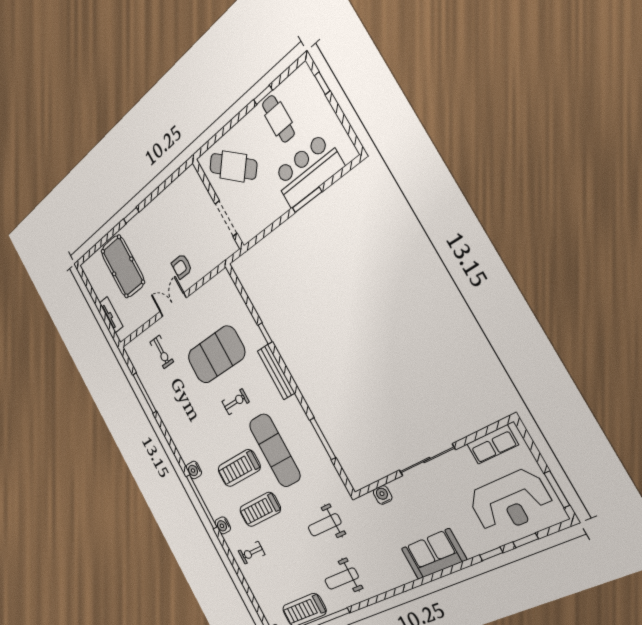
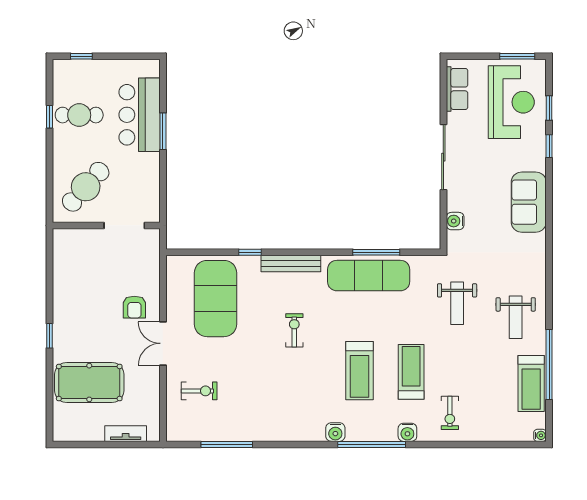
exercise mat: (216, 355) -> (216, 299), moved
exercise mat: (275, 450) -> (369, 276), moved
treadmill: (260, 509) -> (411, 372), turned 180

